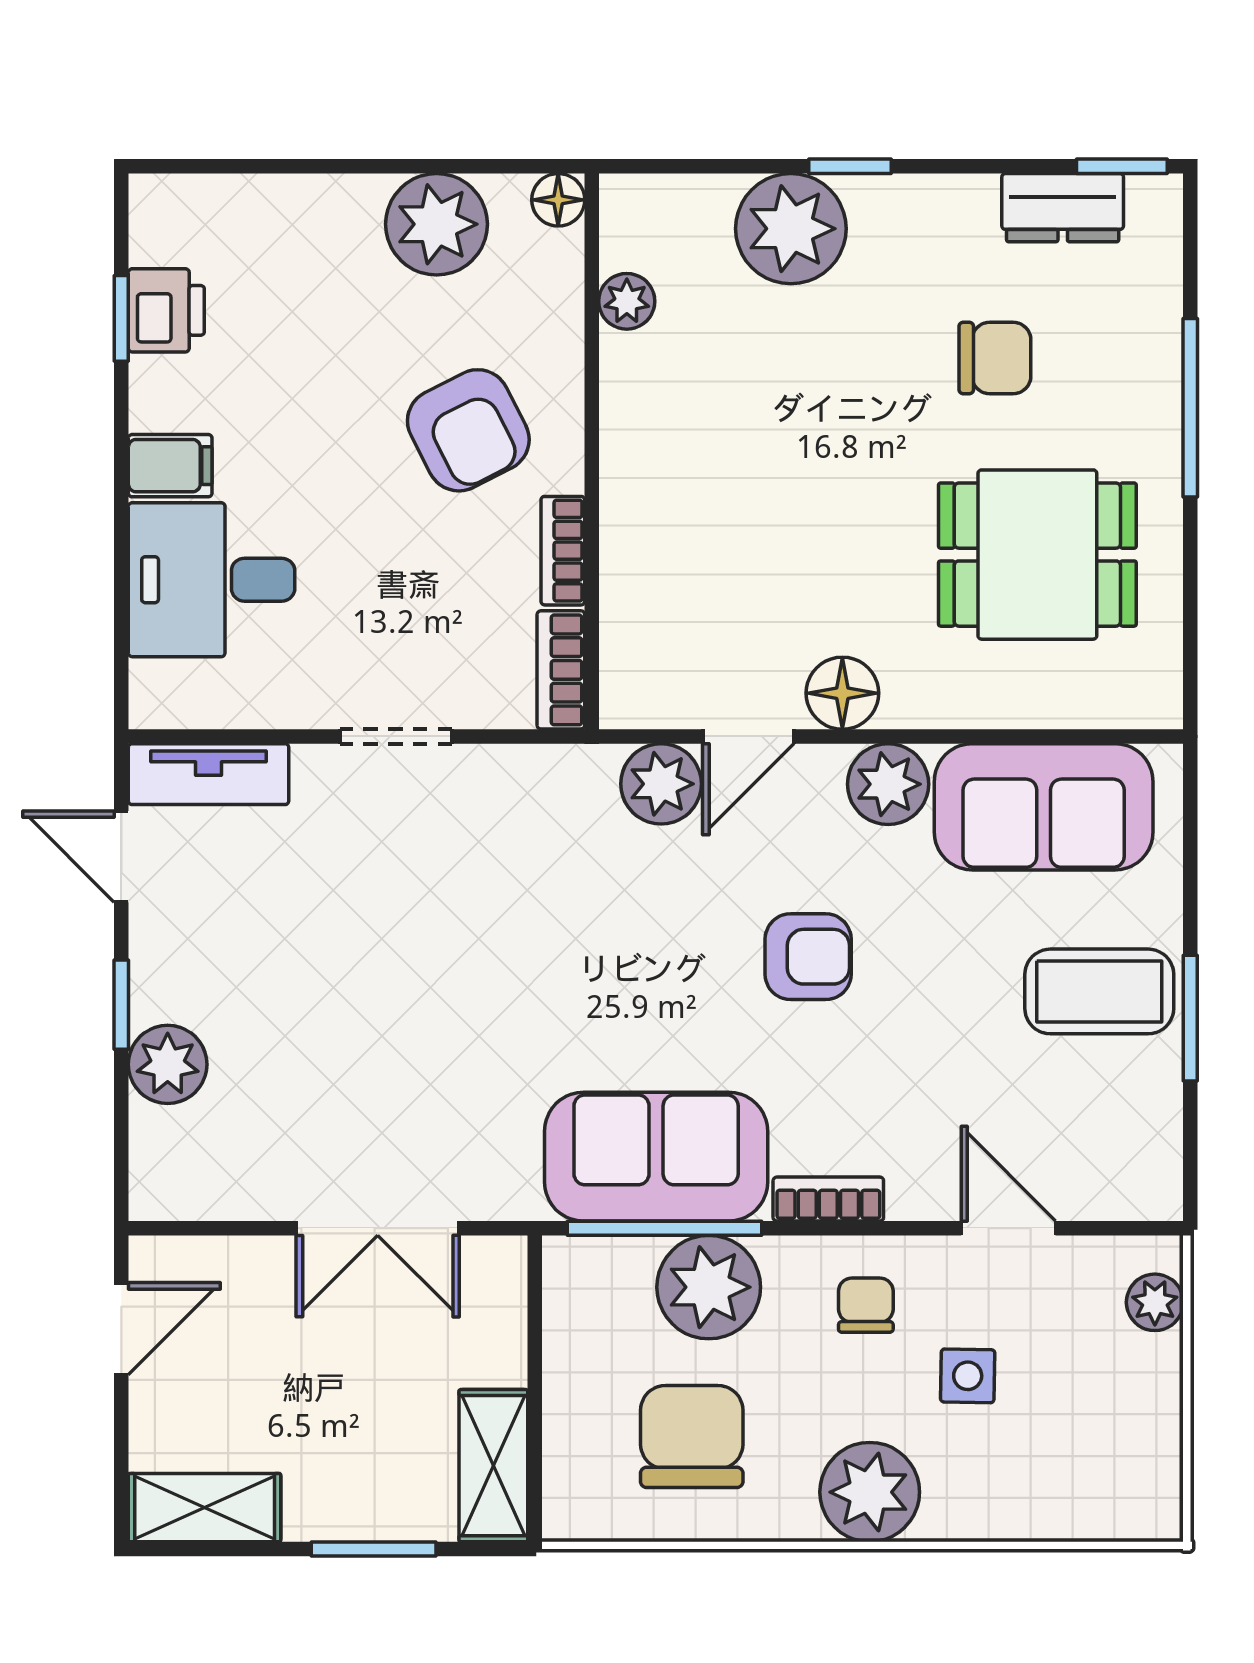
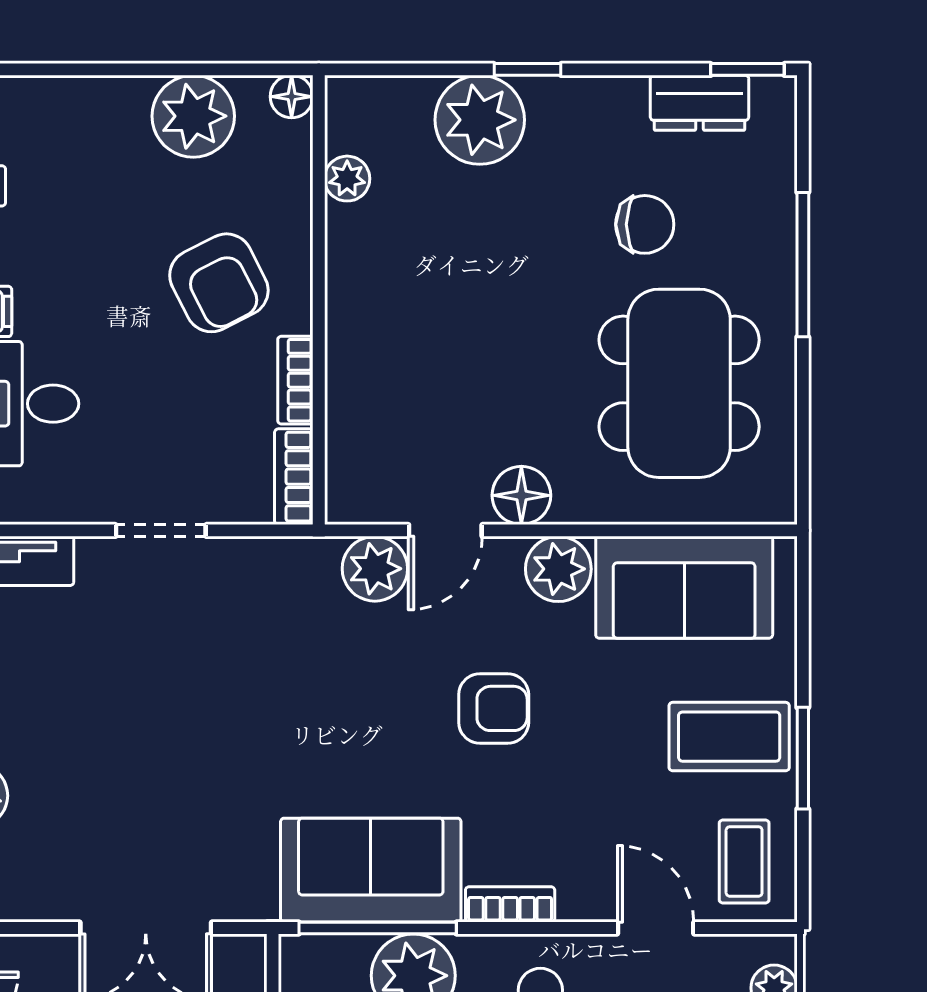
dining table: (1037, 555) -> (679, 383), width x1.38
coffee table: (1118, 1146) -> (744, 861), added

